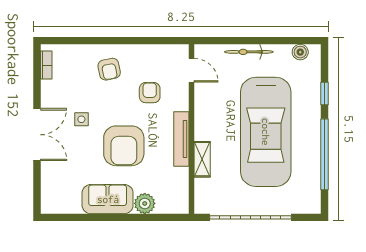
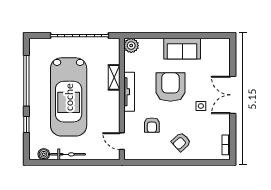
bicycle: (249, 52) -> (68, 154), moved
armchair: (109, 69) -> (181, 142), turned -122
car: (266, 132) -> (69, 97), turned 180
plant: (145, 203) -> (131, 46), moved

